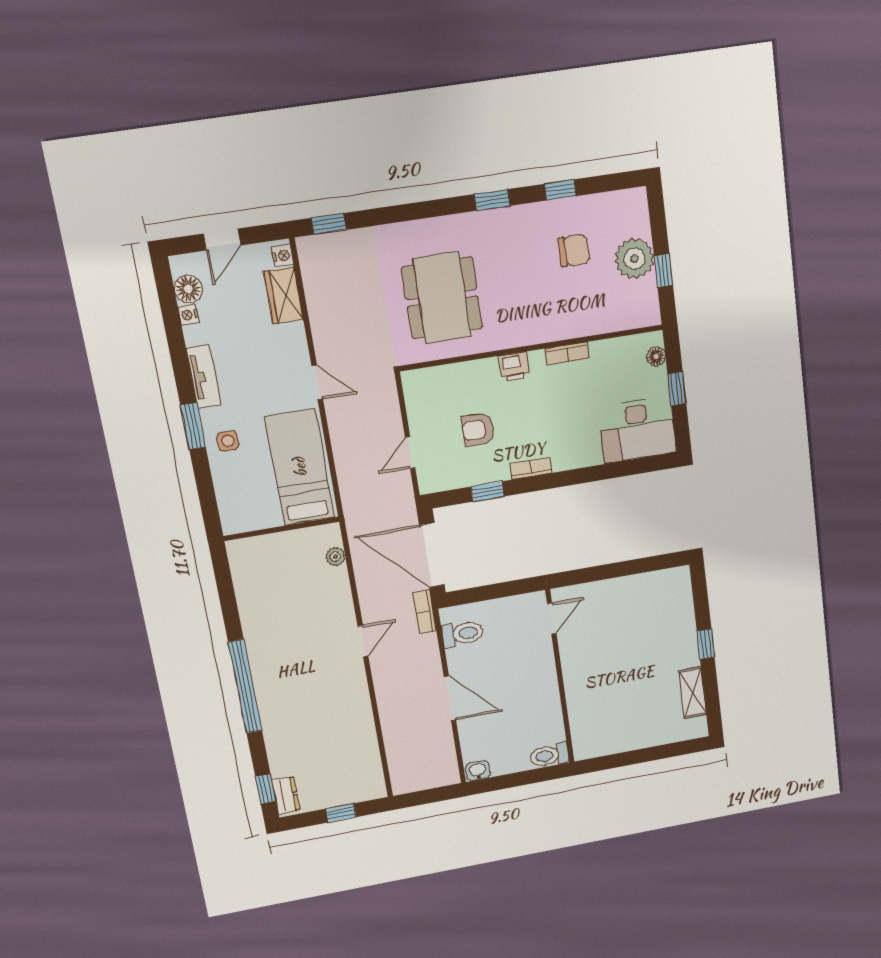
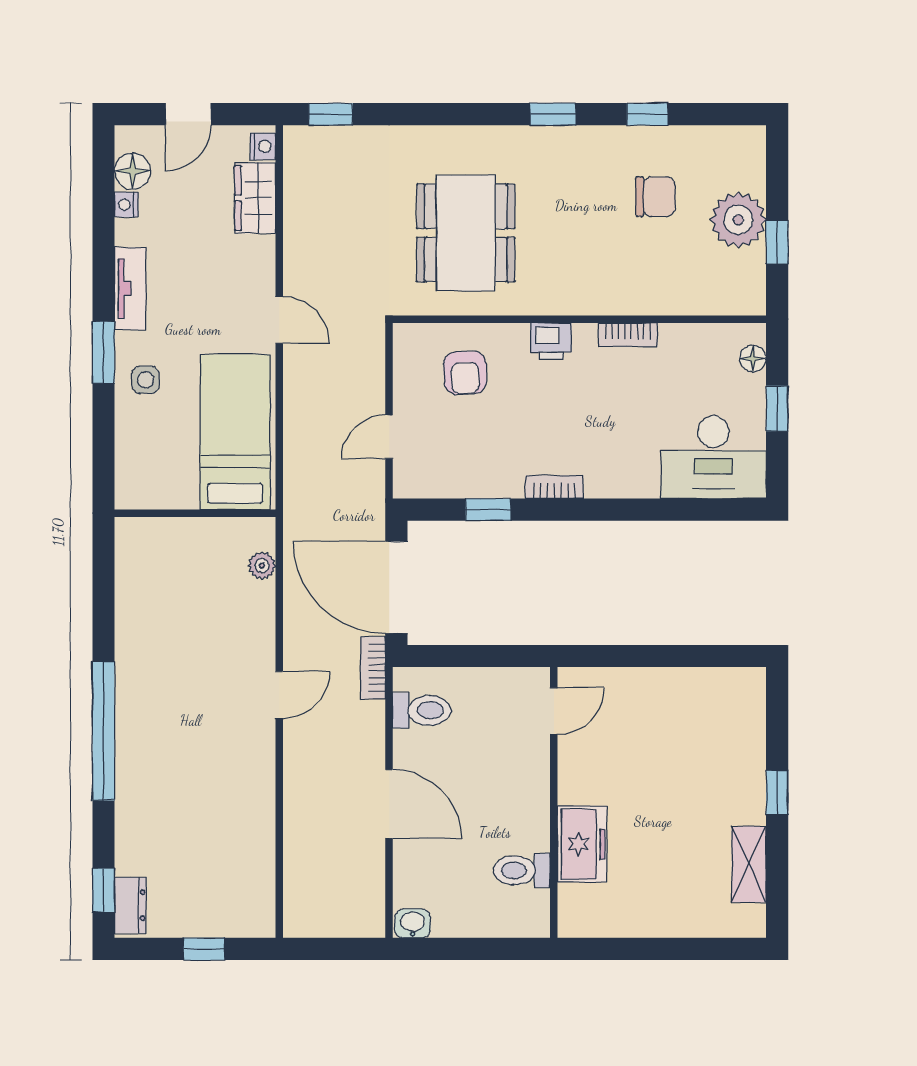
armchair: (478, 430) -> (465, 373), moved, turned -92
freezer: (582, 700) -> (582, 844), added
toilet: (549, 755) -> (522, 870), moved

